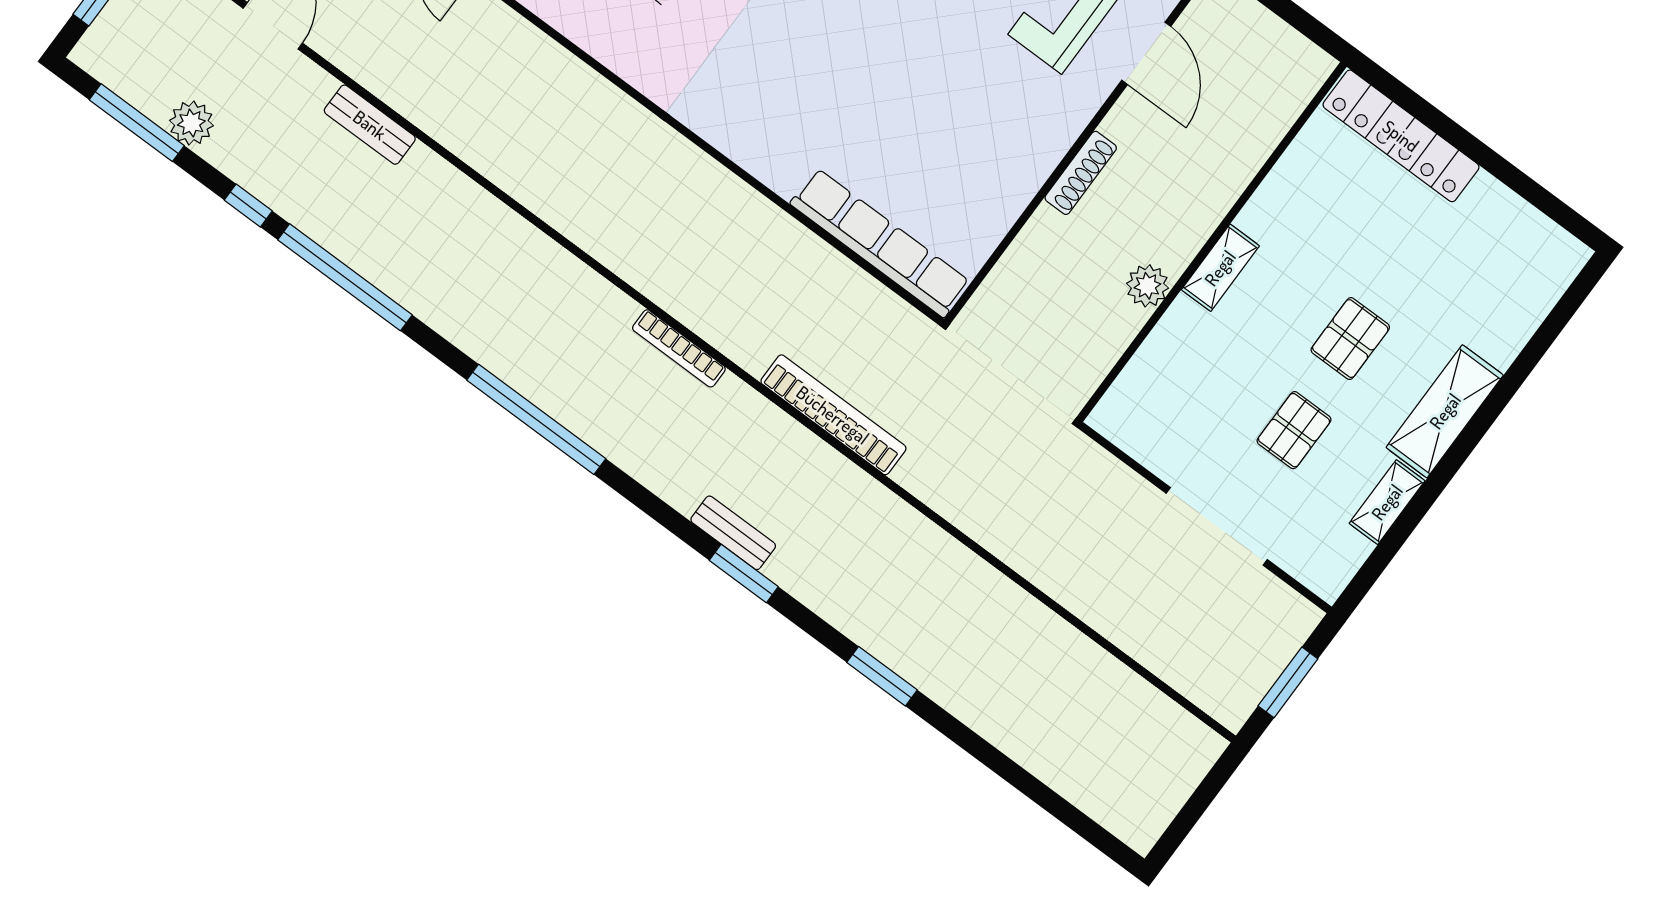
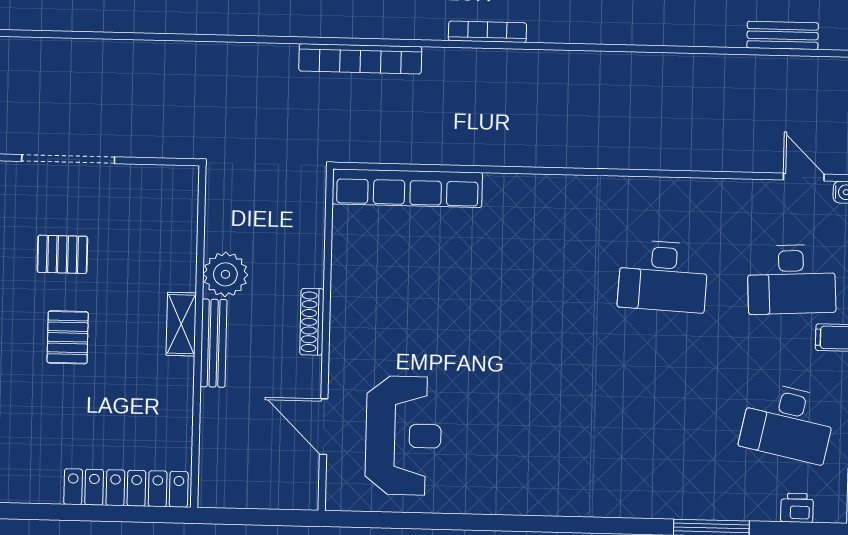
bench: (1200, 224) -> (214, 343), added
plant: (1147, 286) -> (225, 274), width x1.36, depth x1.36
pallet: (1294, 430) -> (62, 254), turned 90

